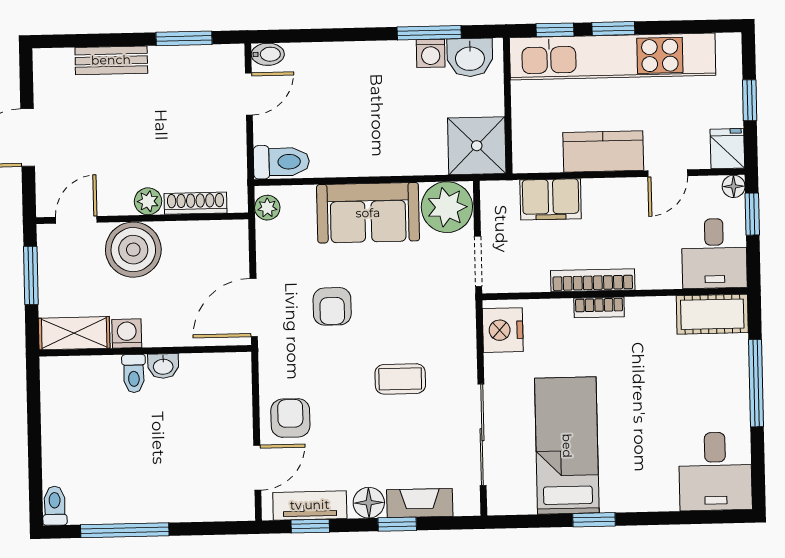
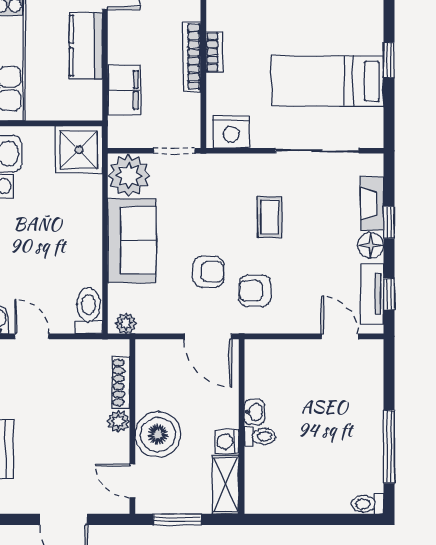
armchair: (290, 418) -> (255, 291), moved

